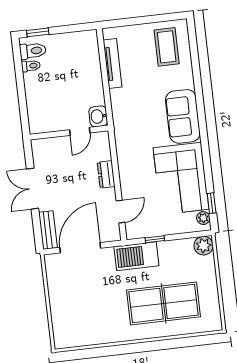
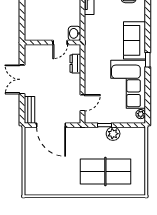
dresser: (106, 174) -> (75, 64), moved
window: (212, 203) -> (148, 60), moved
plant: (204, 246) -> (113, 134), moved
door: (80, 248) -> (51, 125), swing flipped
barbecue: (136, 256) -> (90, 136), removed

